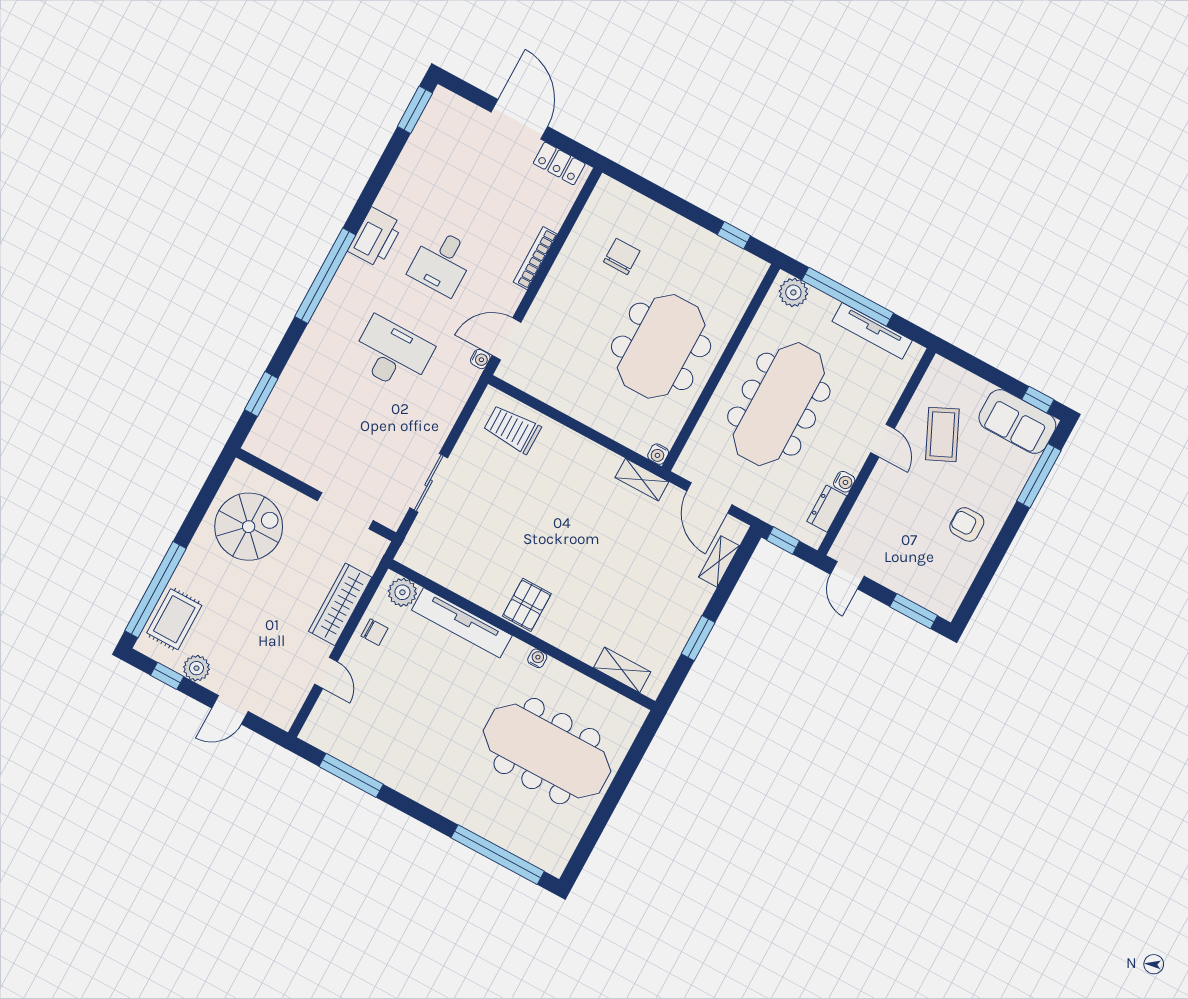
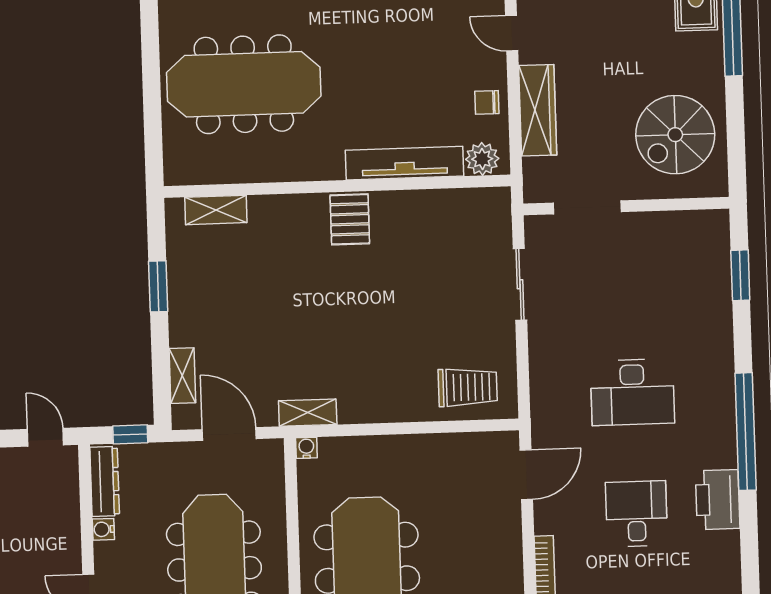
water cooler: (480, 359) -> (541, 439), removed
dresser: (827, 509) -> (105, 481), width x1.44
water cooler: (537, 658) -> (308, 172), removed

